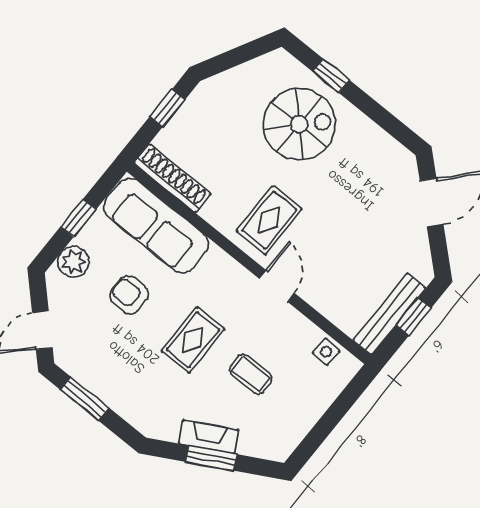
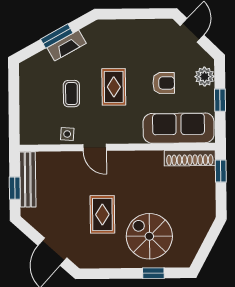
window: (167, 108) -> (221, 171), moved
spiral stairs: (299, 124) -> (149, 236), turned 90
rug: (269, 220) -> (102, 214), moved
side table: (326, 352) -> (67, 134), moved
coffee table: (251, 374) -> (71, 94), turned 90
window: (85, 399) -> (143, 14), removed

